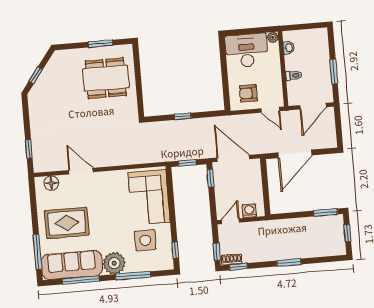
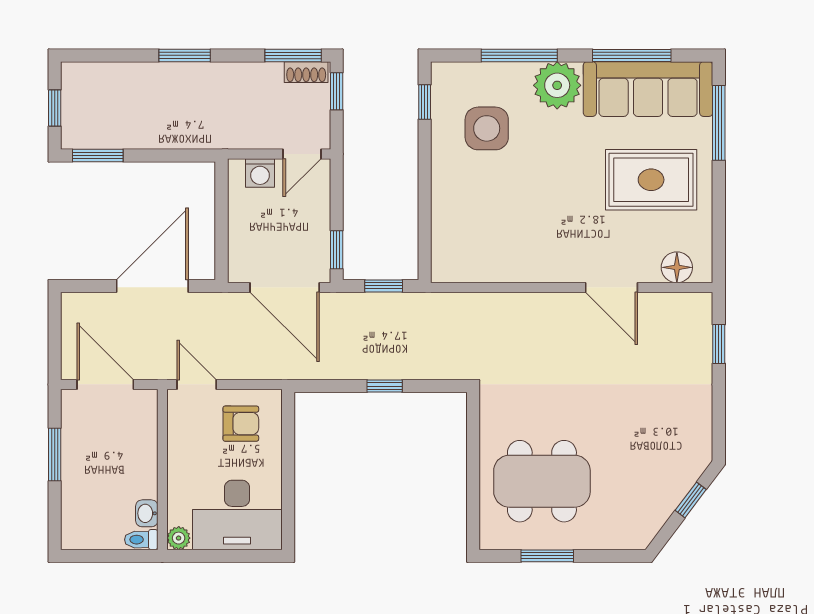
toilet: (294, 76) -> (141, 540), moved
door: (313, 106) -> (105, 384), hinge flipped
corner sofa: (149, 197) -> (471, 220), removed
window: (238, 267) -> (293, 55), width x1.50

